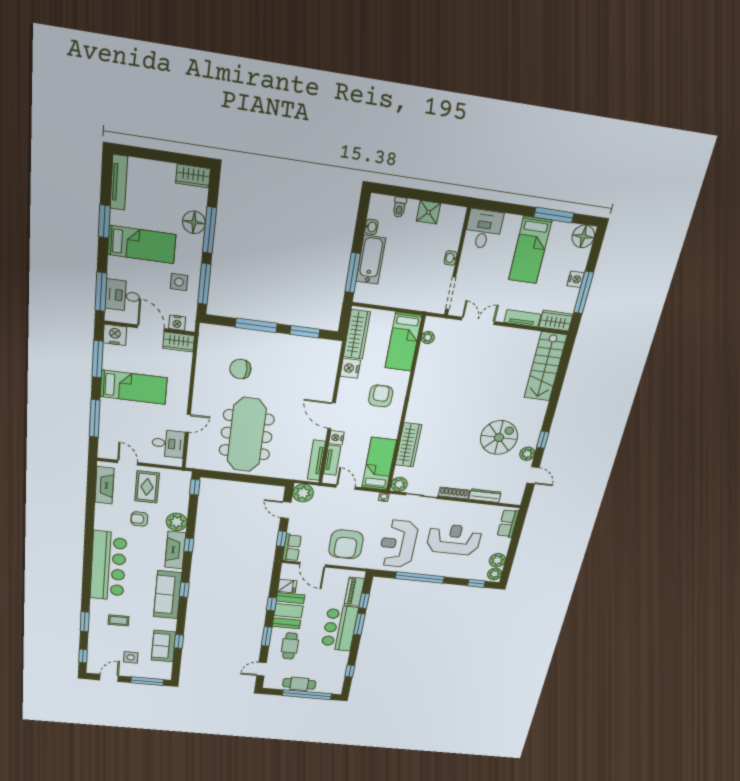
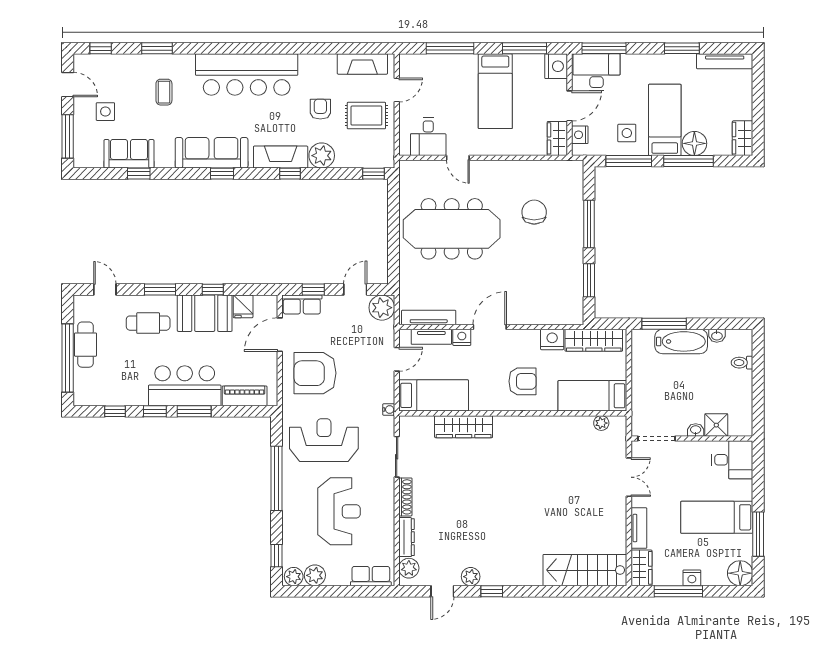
shower: (428, 212) -> (716, 425), moved
bed: (142, 244) -> (665, 120), moved, turned 180
desk: (122, 296) -> (597, 72), width x1.37
spiral stairs: (499, 438) -> (488, 536), removed
plant: (399, 484) -> (409, 568), moved
window: (364, 601) -> (155, 411), moved

